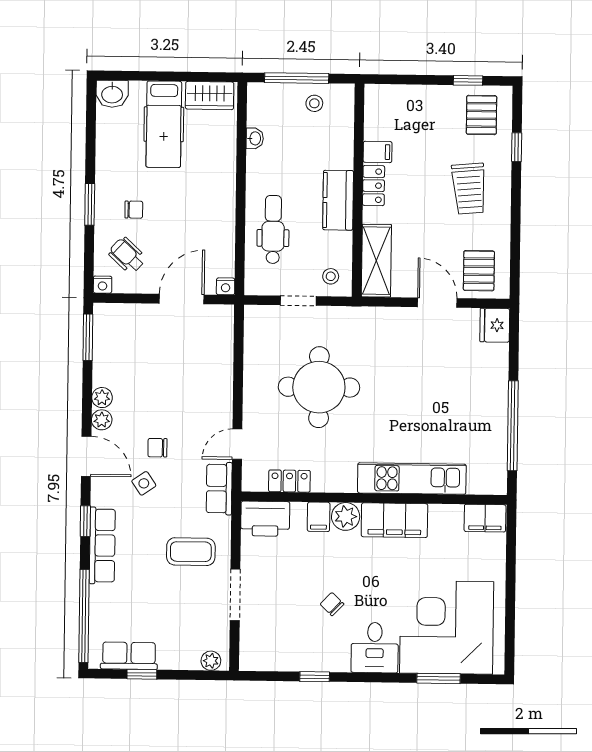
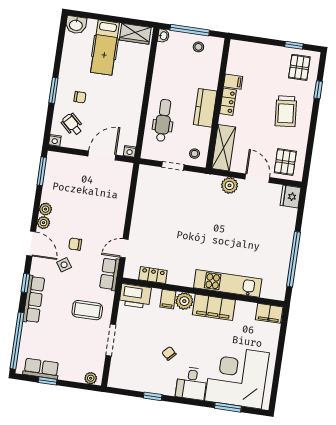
washbasin: (255, 138) -> (163, 36), moved
plant: (394, 320) -> (230, 185), added
round table: (319, 387) -> (178, 220), removed

